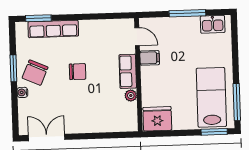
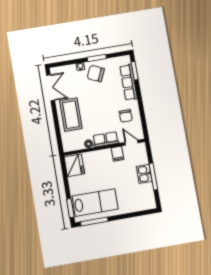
kitchen sink: (213, 24) -> (144, 174), moved
door: (137, 37) -> (131, 143), swing flipped
chair: (78, 72) -> (126, 116), moved
coffee table: (87, 114) -> (71, 115), added

